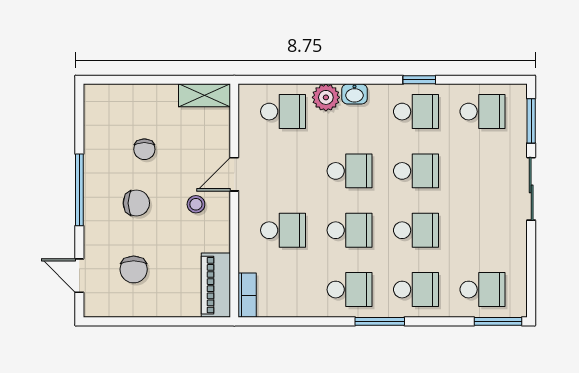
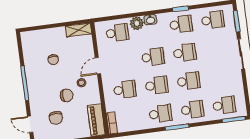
chair: (136, 203) -> (67, 95), moved

